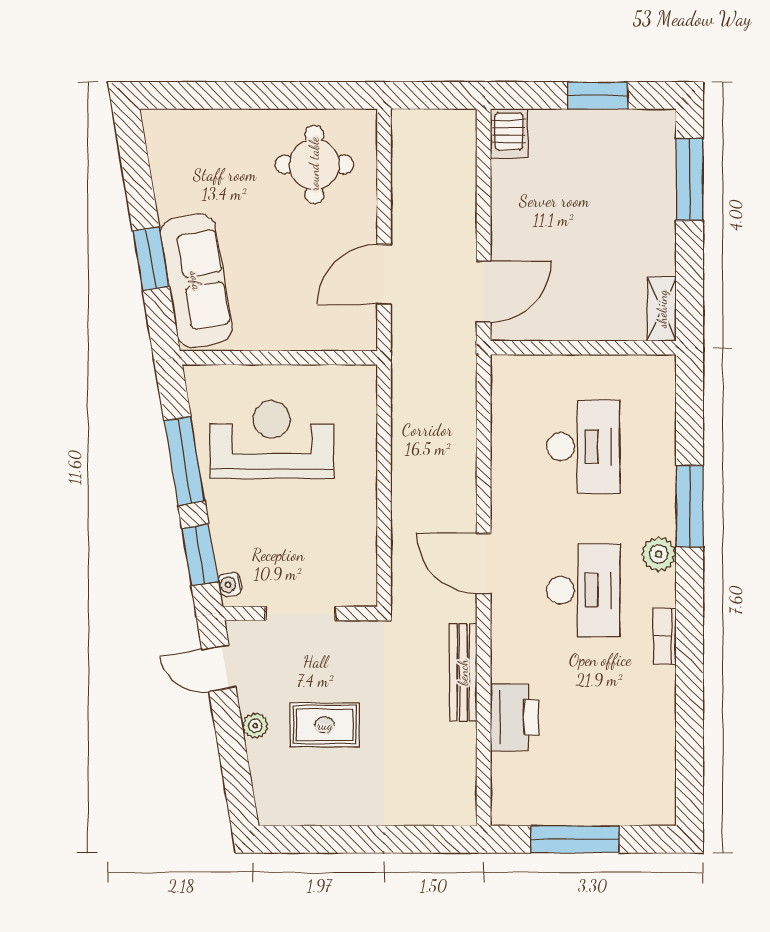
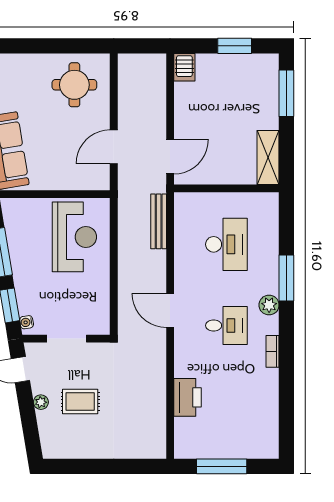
shelving: (662, 309) -> (268, 157), width x1.50, depth x1.33
reception desk: (272, 440) -> (74, 237), moved, turned 90
desk: (583, 590) -> (226, 325), width x0.73
bench: (463, 672) -> (159, 221), moved

